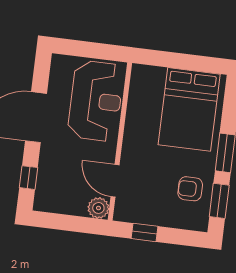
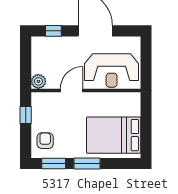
door: (115, 181) -> (72, 90), moved
armchair: (190, 189) -> (45, 141), moved

